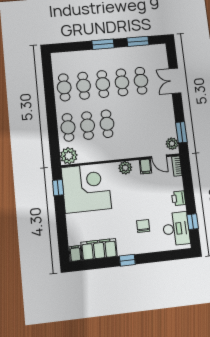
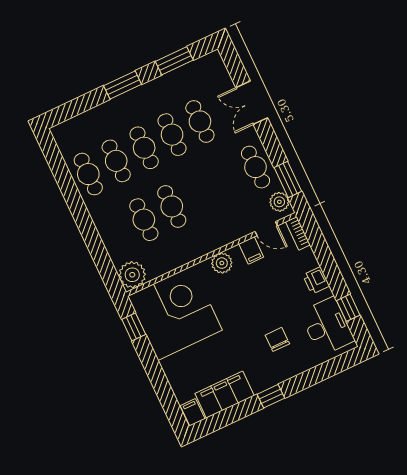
cafe table: (68, 127) -> (256, 167), moved

